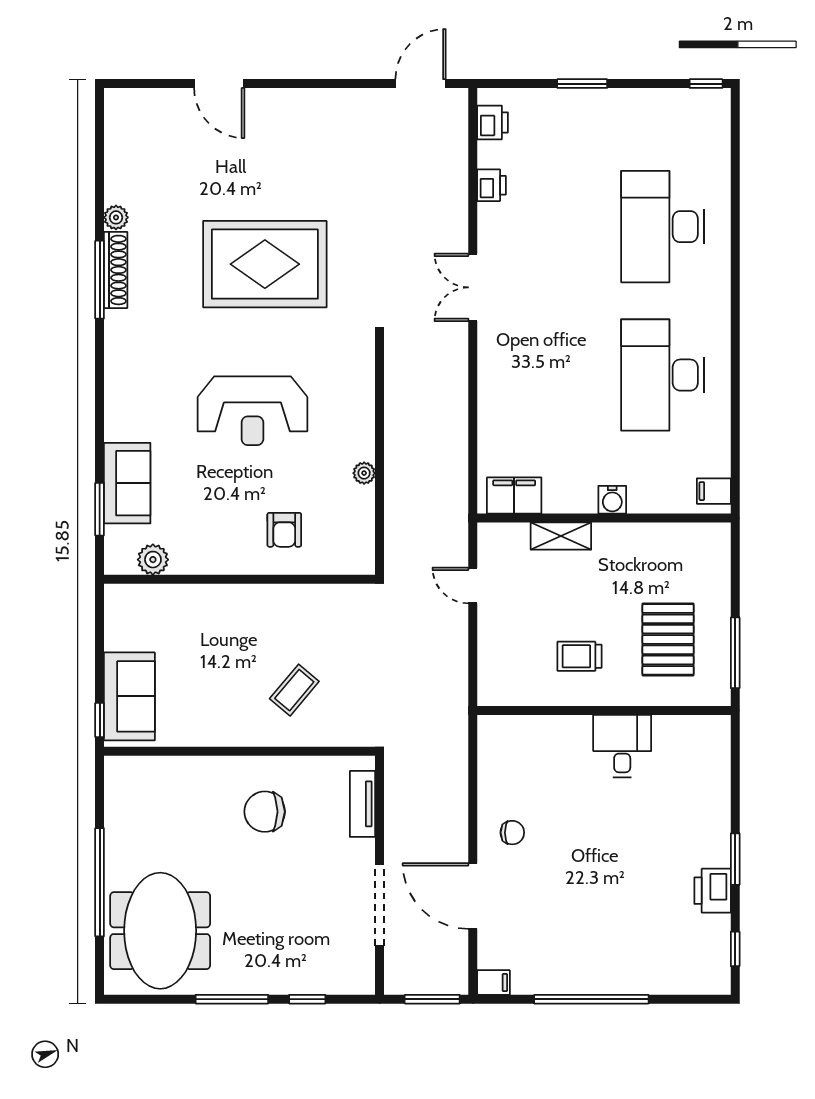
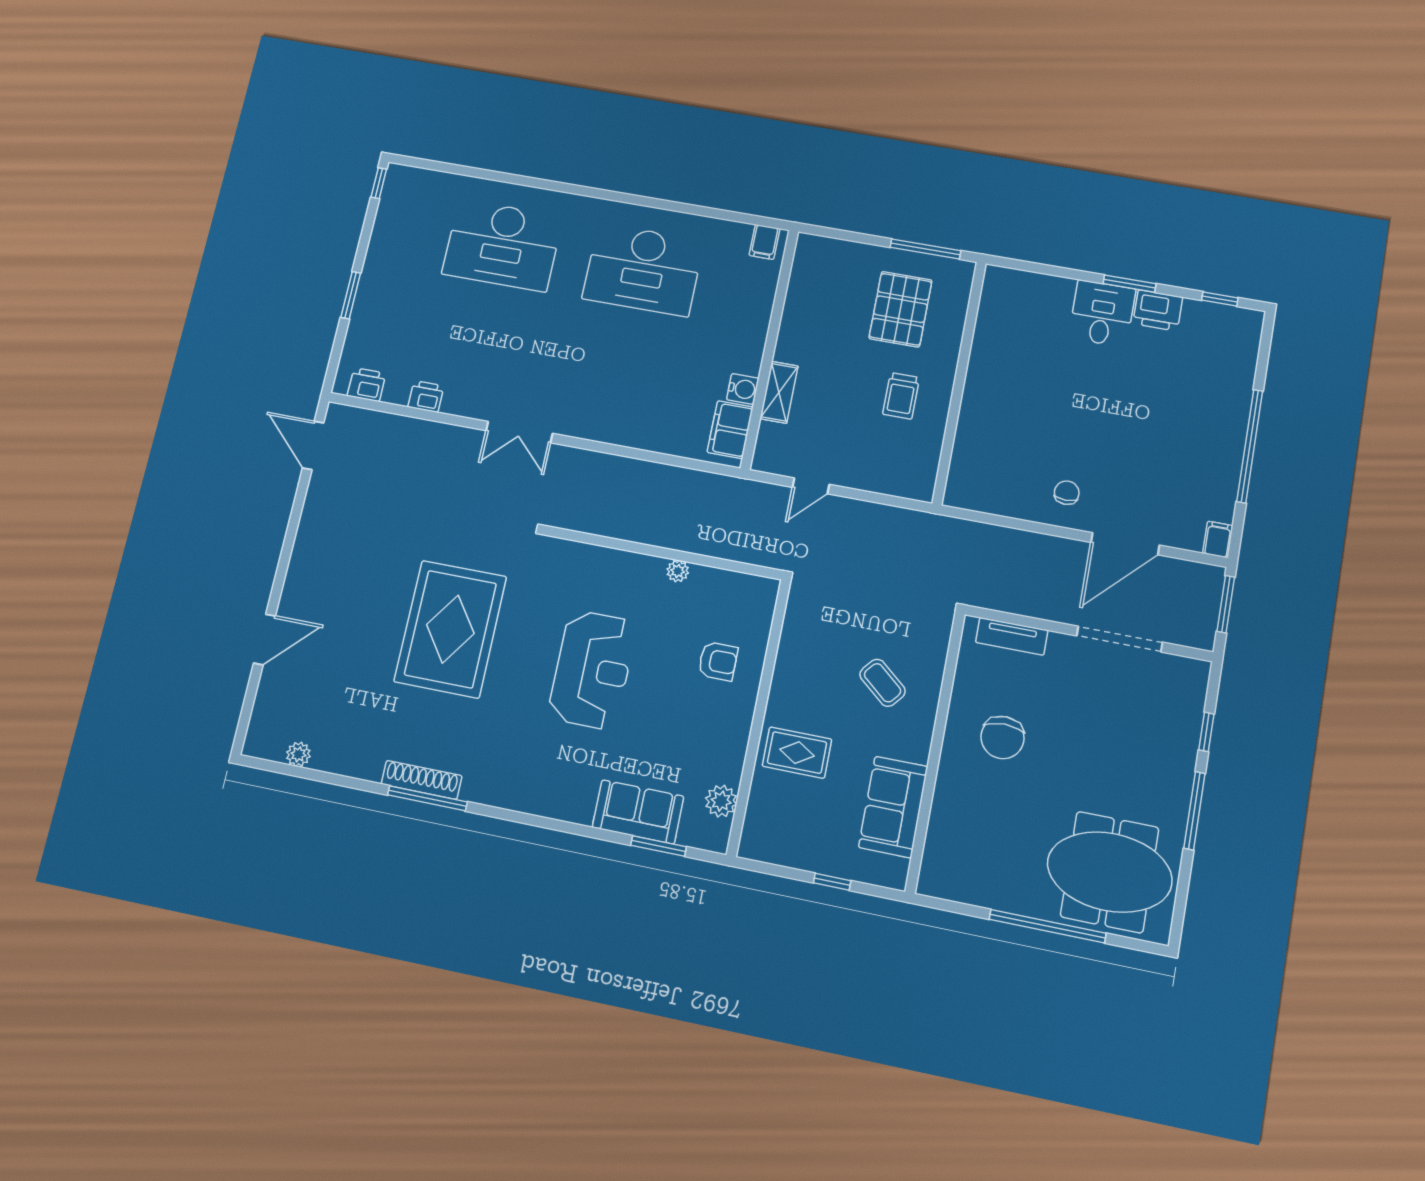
plant: (116, 217) -> (298, 754), moved
water cooler: (612, 500) -> (743, 389), moved
rug: (212, 622) -> (797, 753), added
pallet: (668, 639) -> (900, 309), turned 90
sofa: (129, 696) -> (893, 807), moved, turned -90
window: (100, 720) -> (832, 882), moved
desk: (622, 746) -> (1102, 313), moved, turned 90

